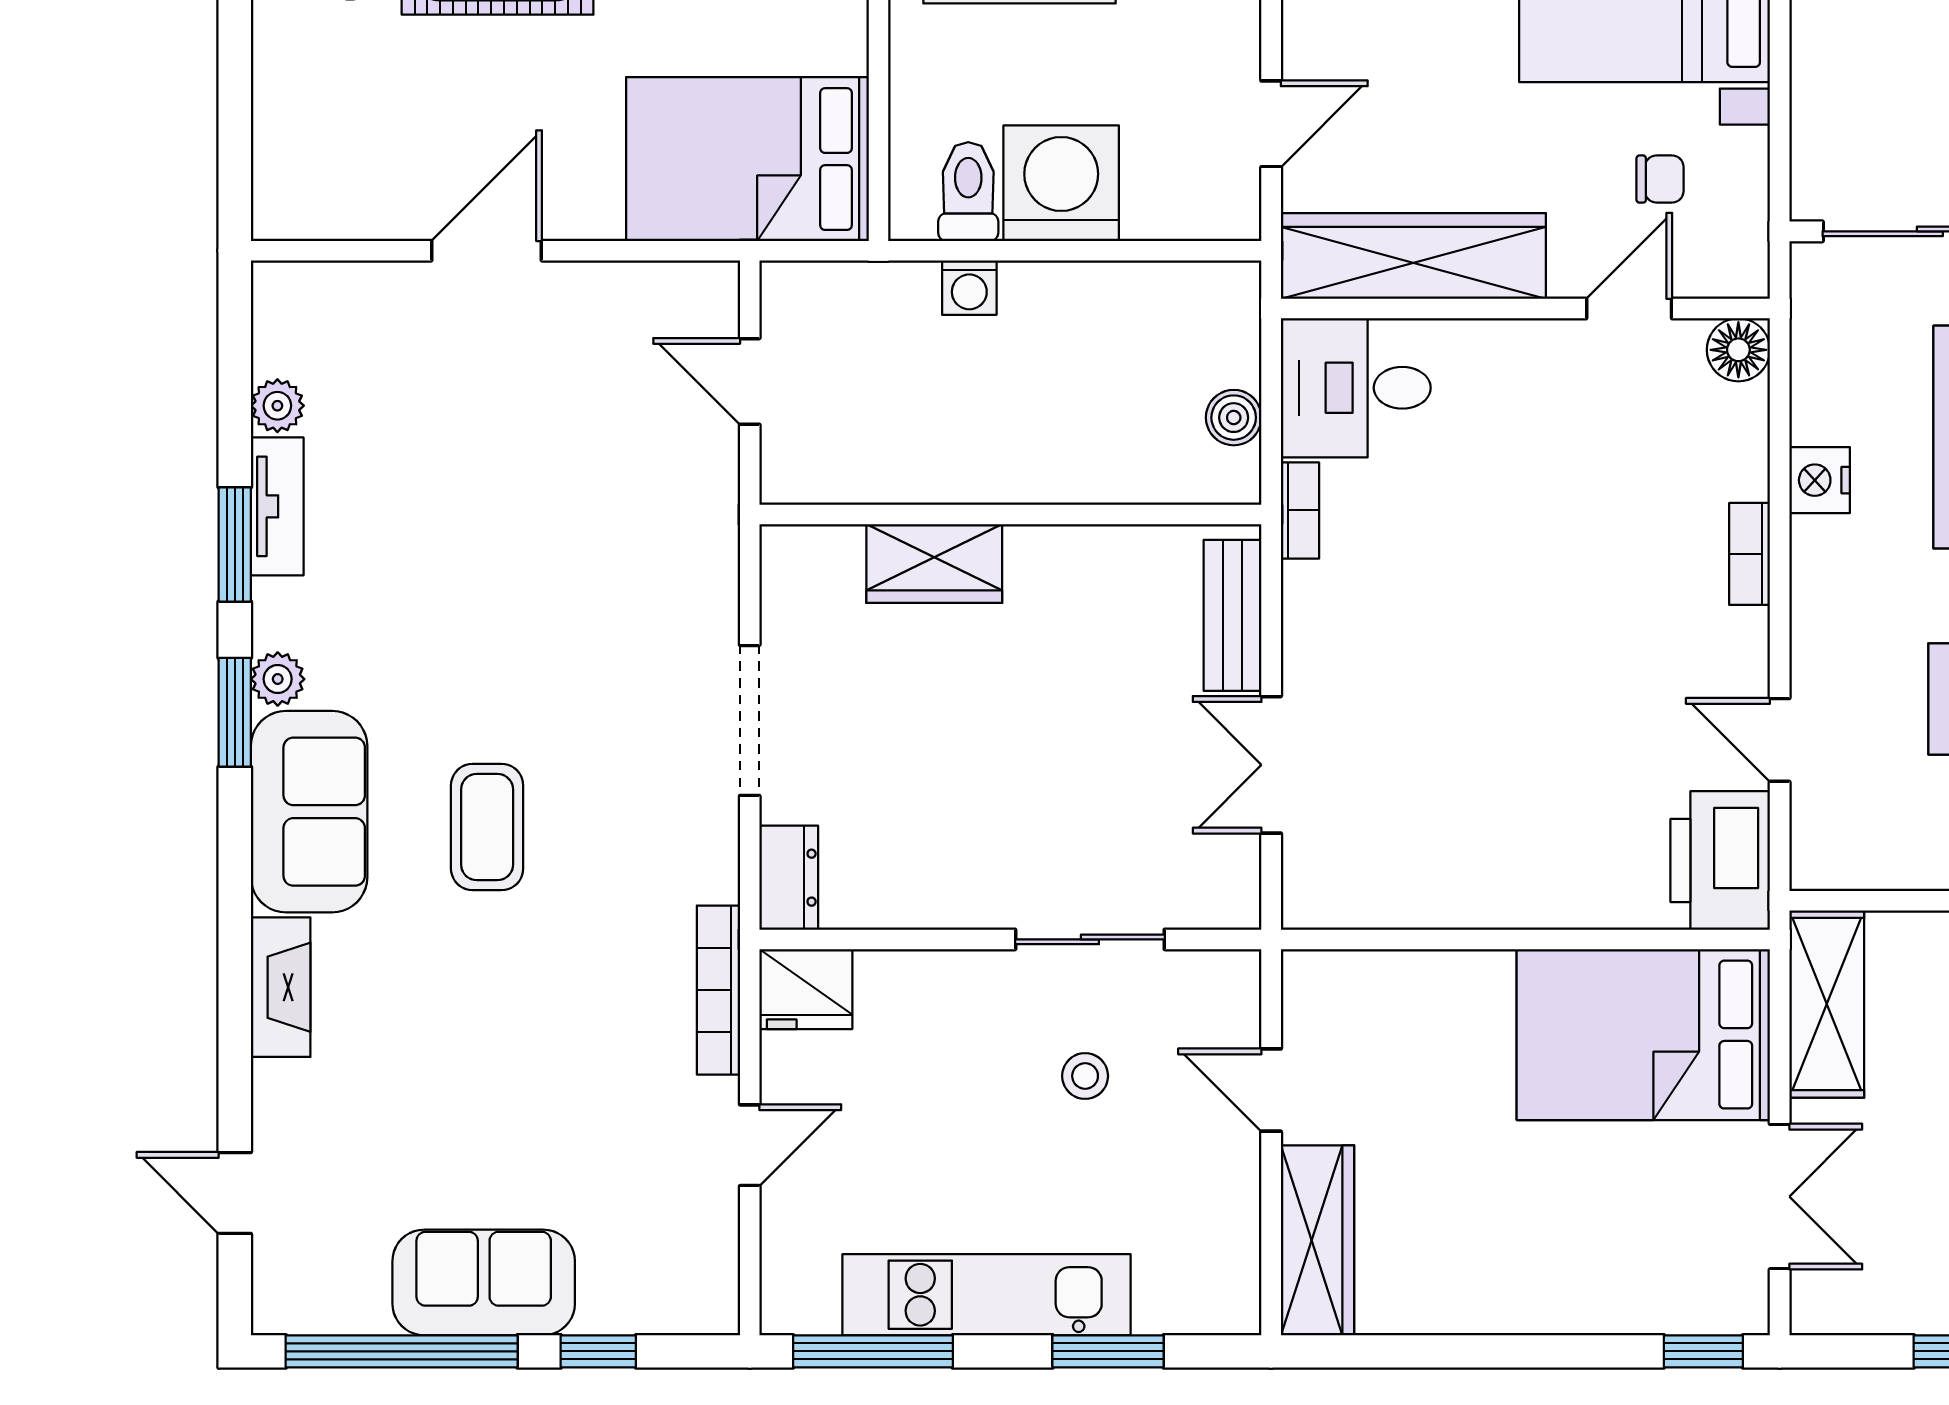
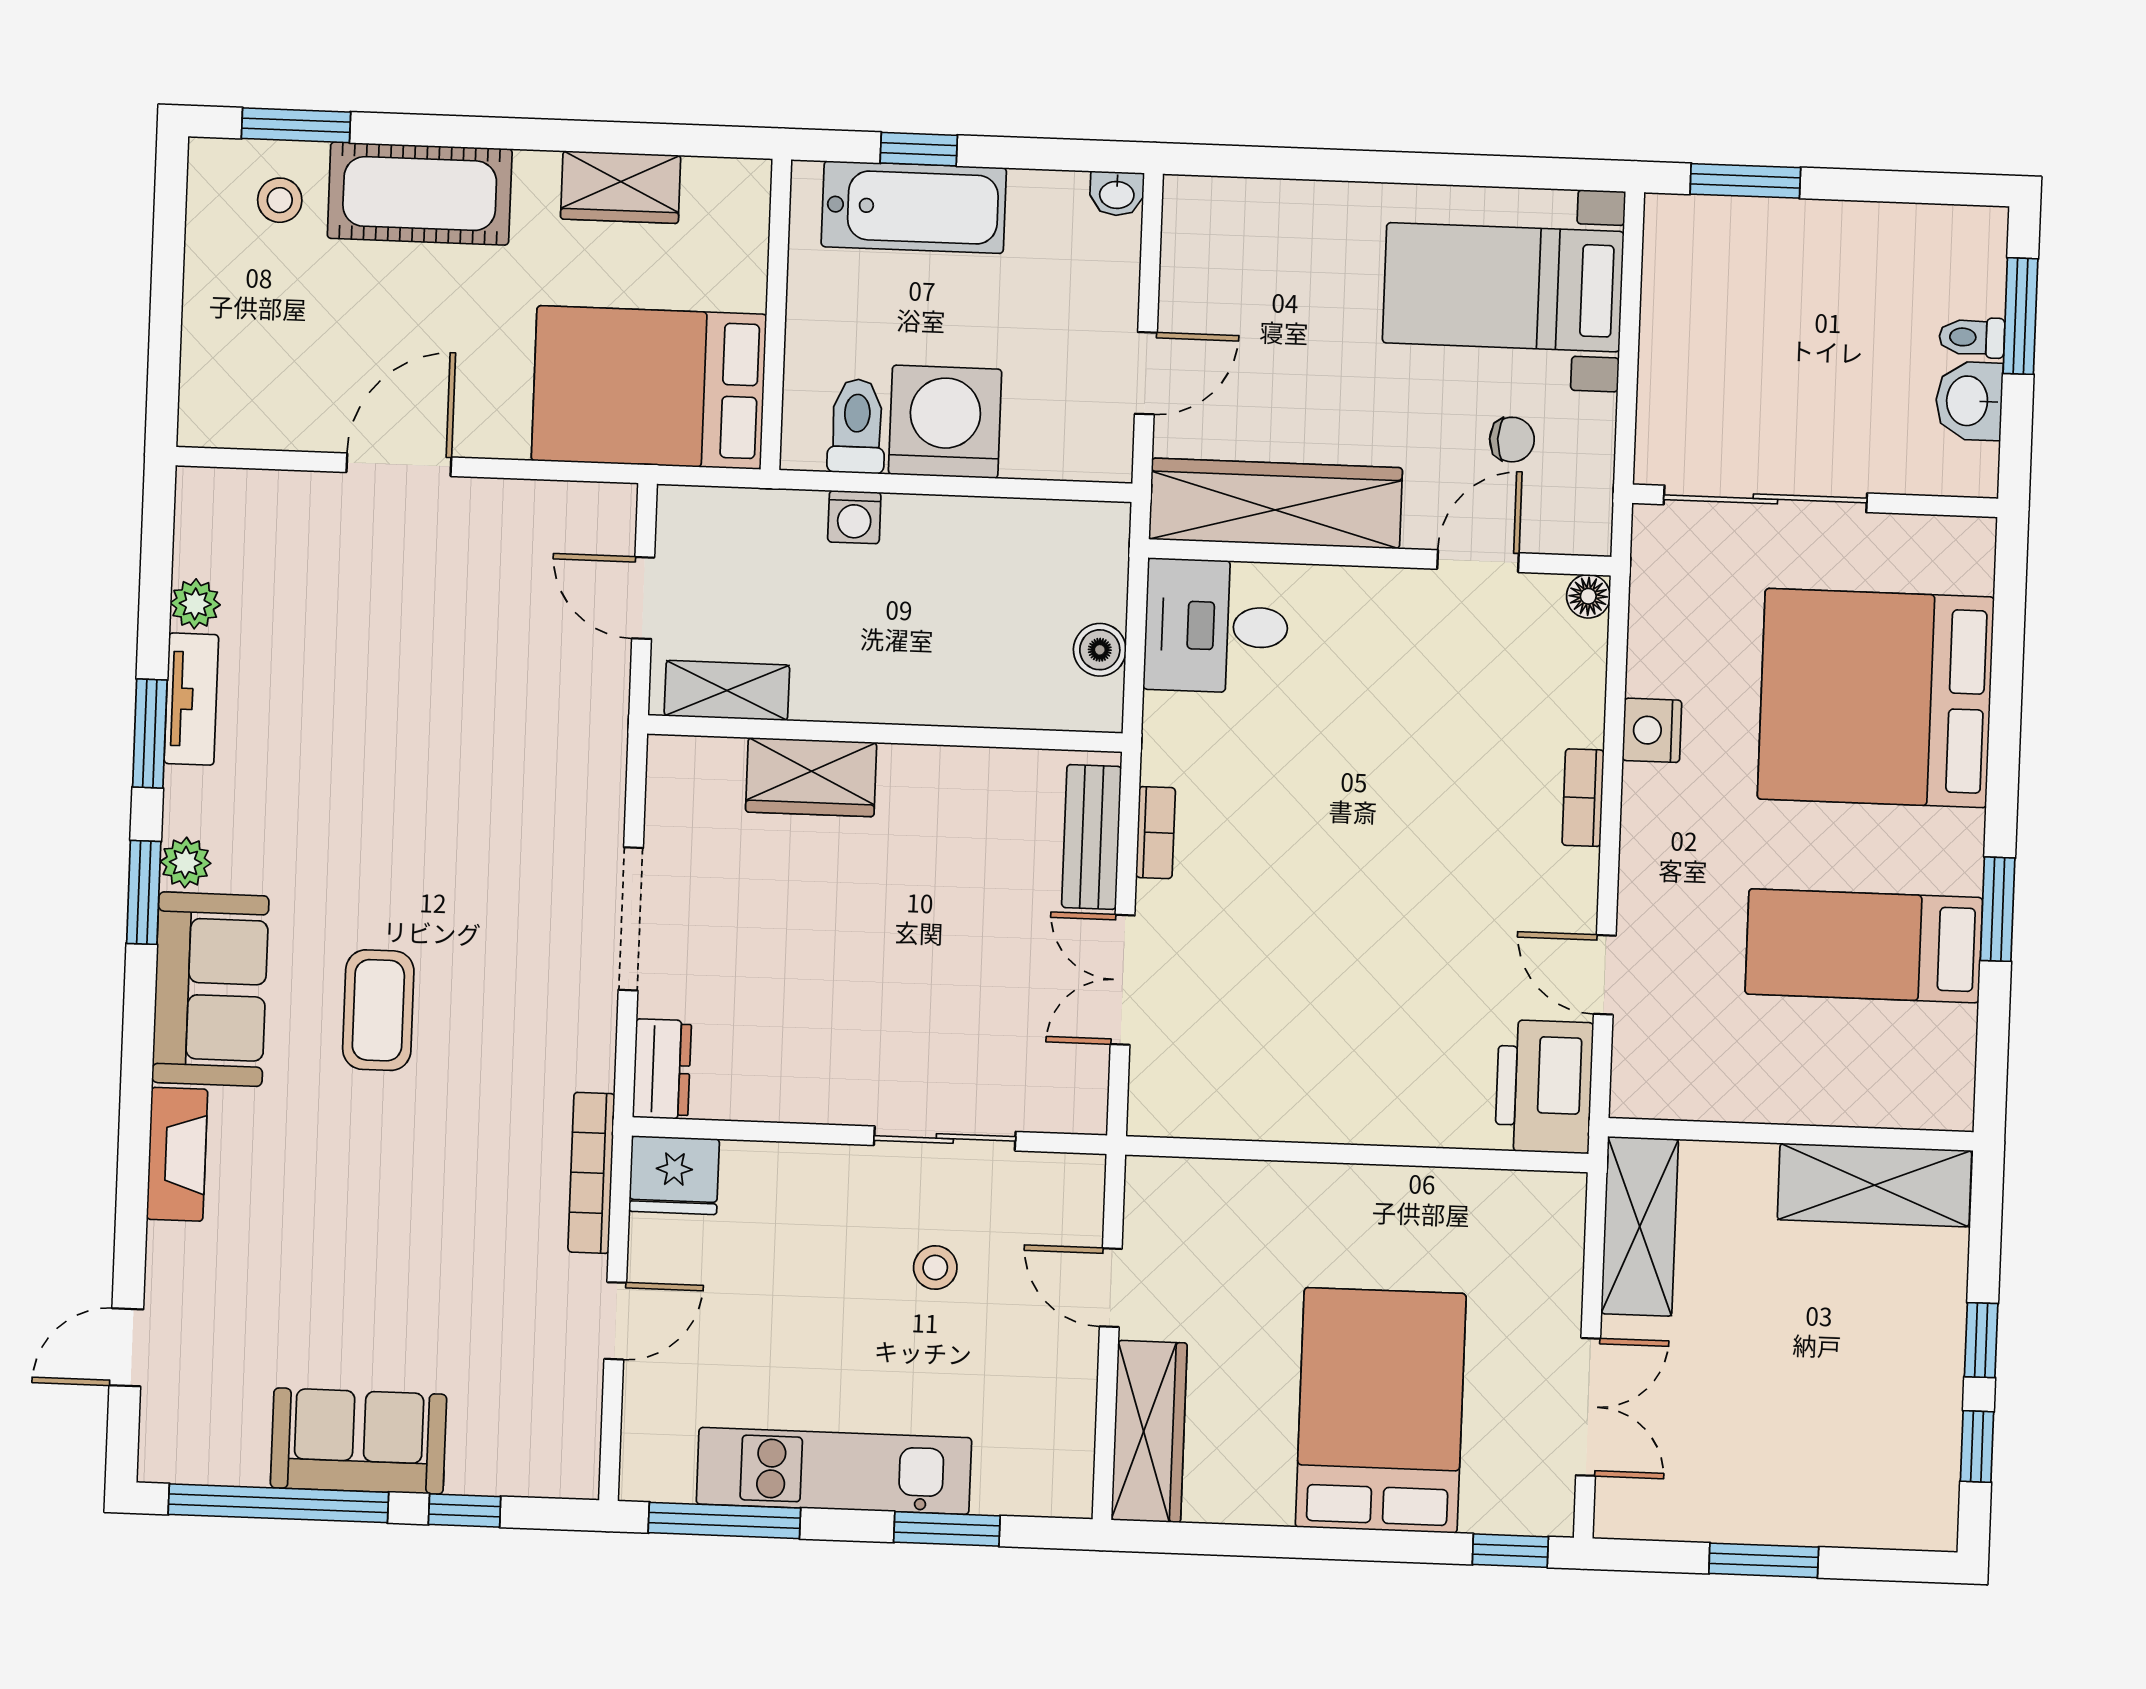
floor lamp: (1738, 350) -> (1588, 596), width x0.73, depth x0.73
shelving: (842, 476) -> (727, 690), added
bookcase: (1300, 510) -> (1156, 833), moved
bed: (1643, 1035) -> (1381, 1410), moved, turned 90
door: (235, 1193) -> (126, 1347), hinge flipped

